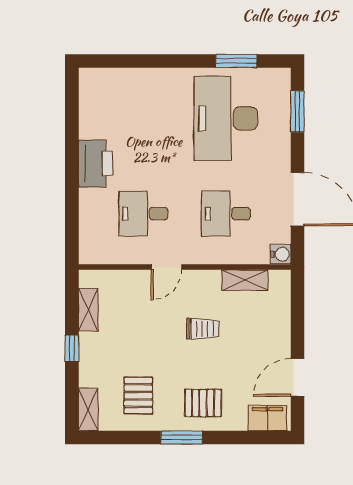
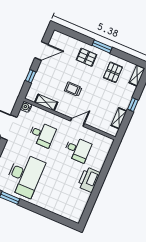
window: (297, 319) -> (31, 76), added
filing cabinet: (268, 418) -> (62, 39), removed

